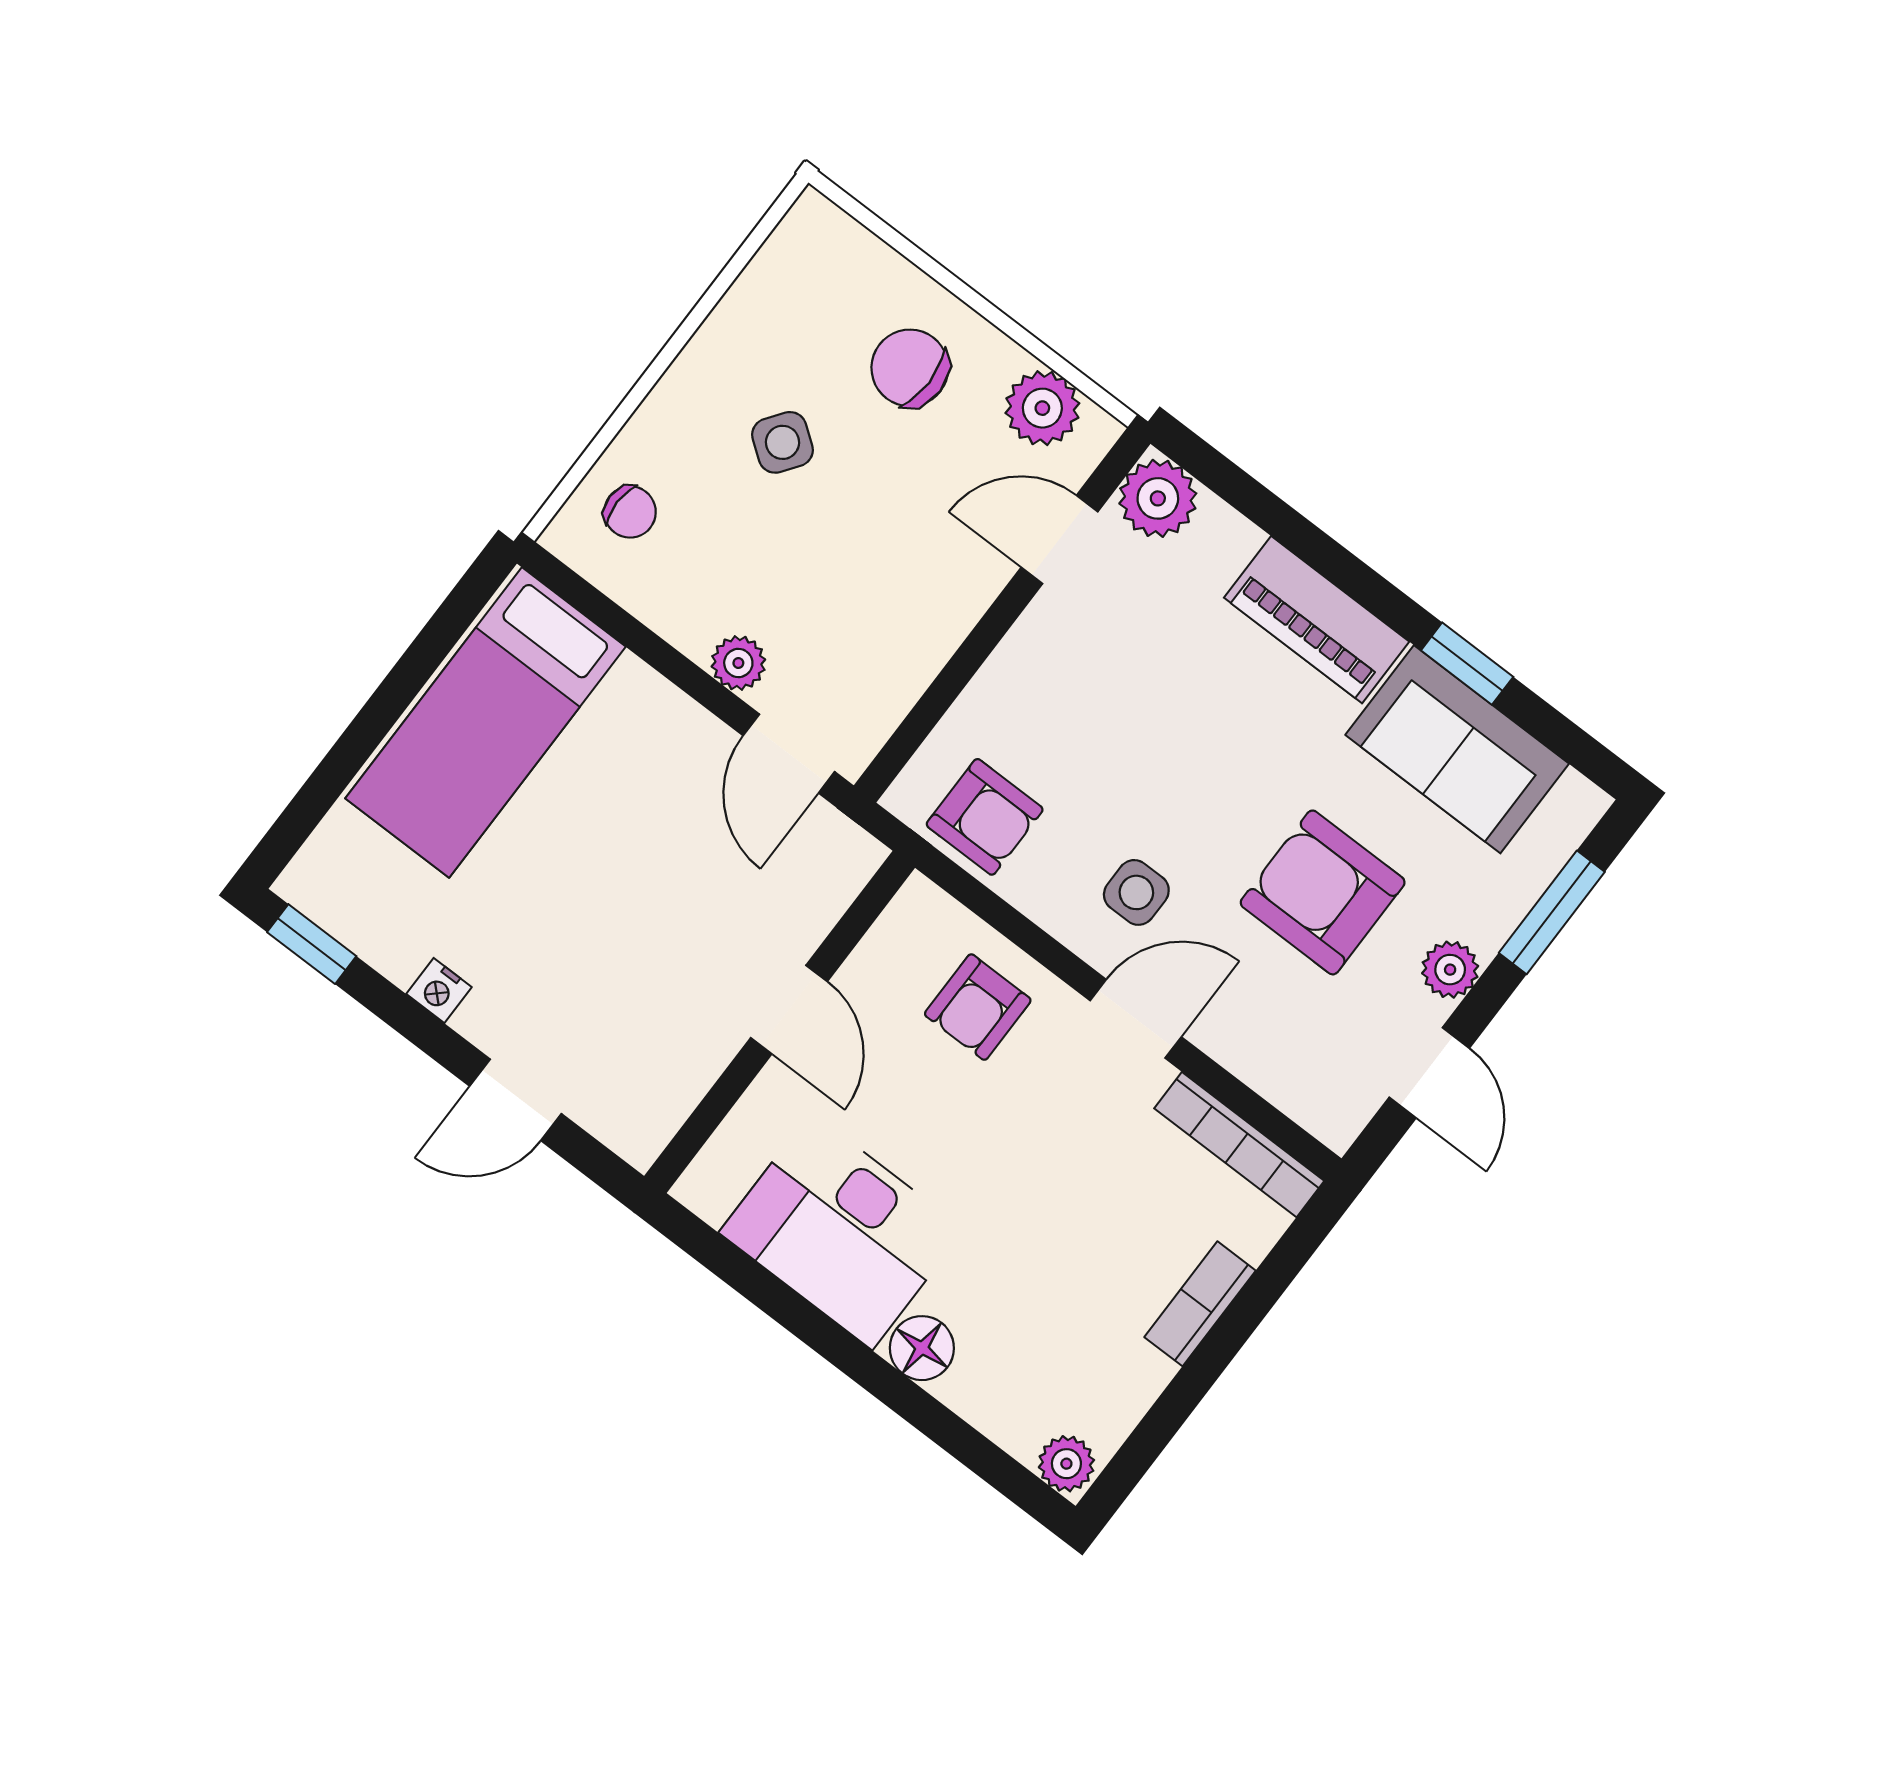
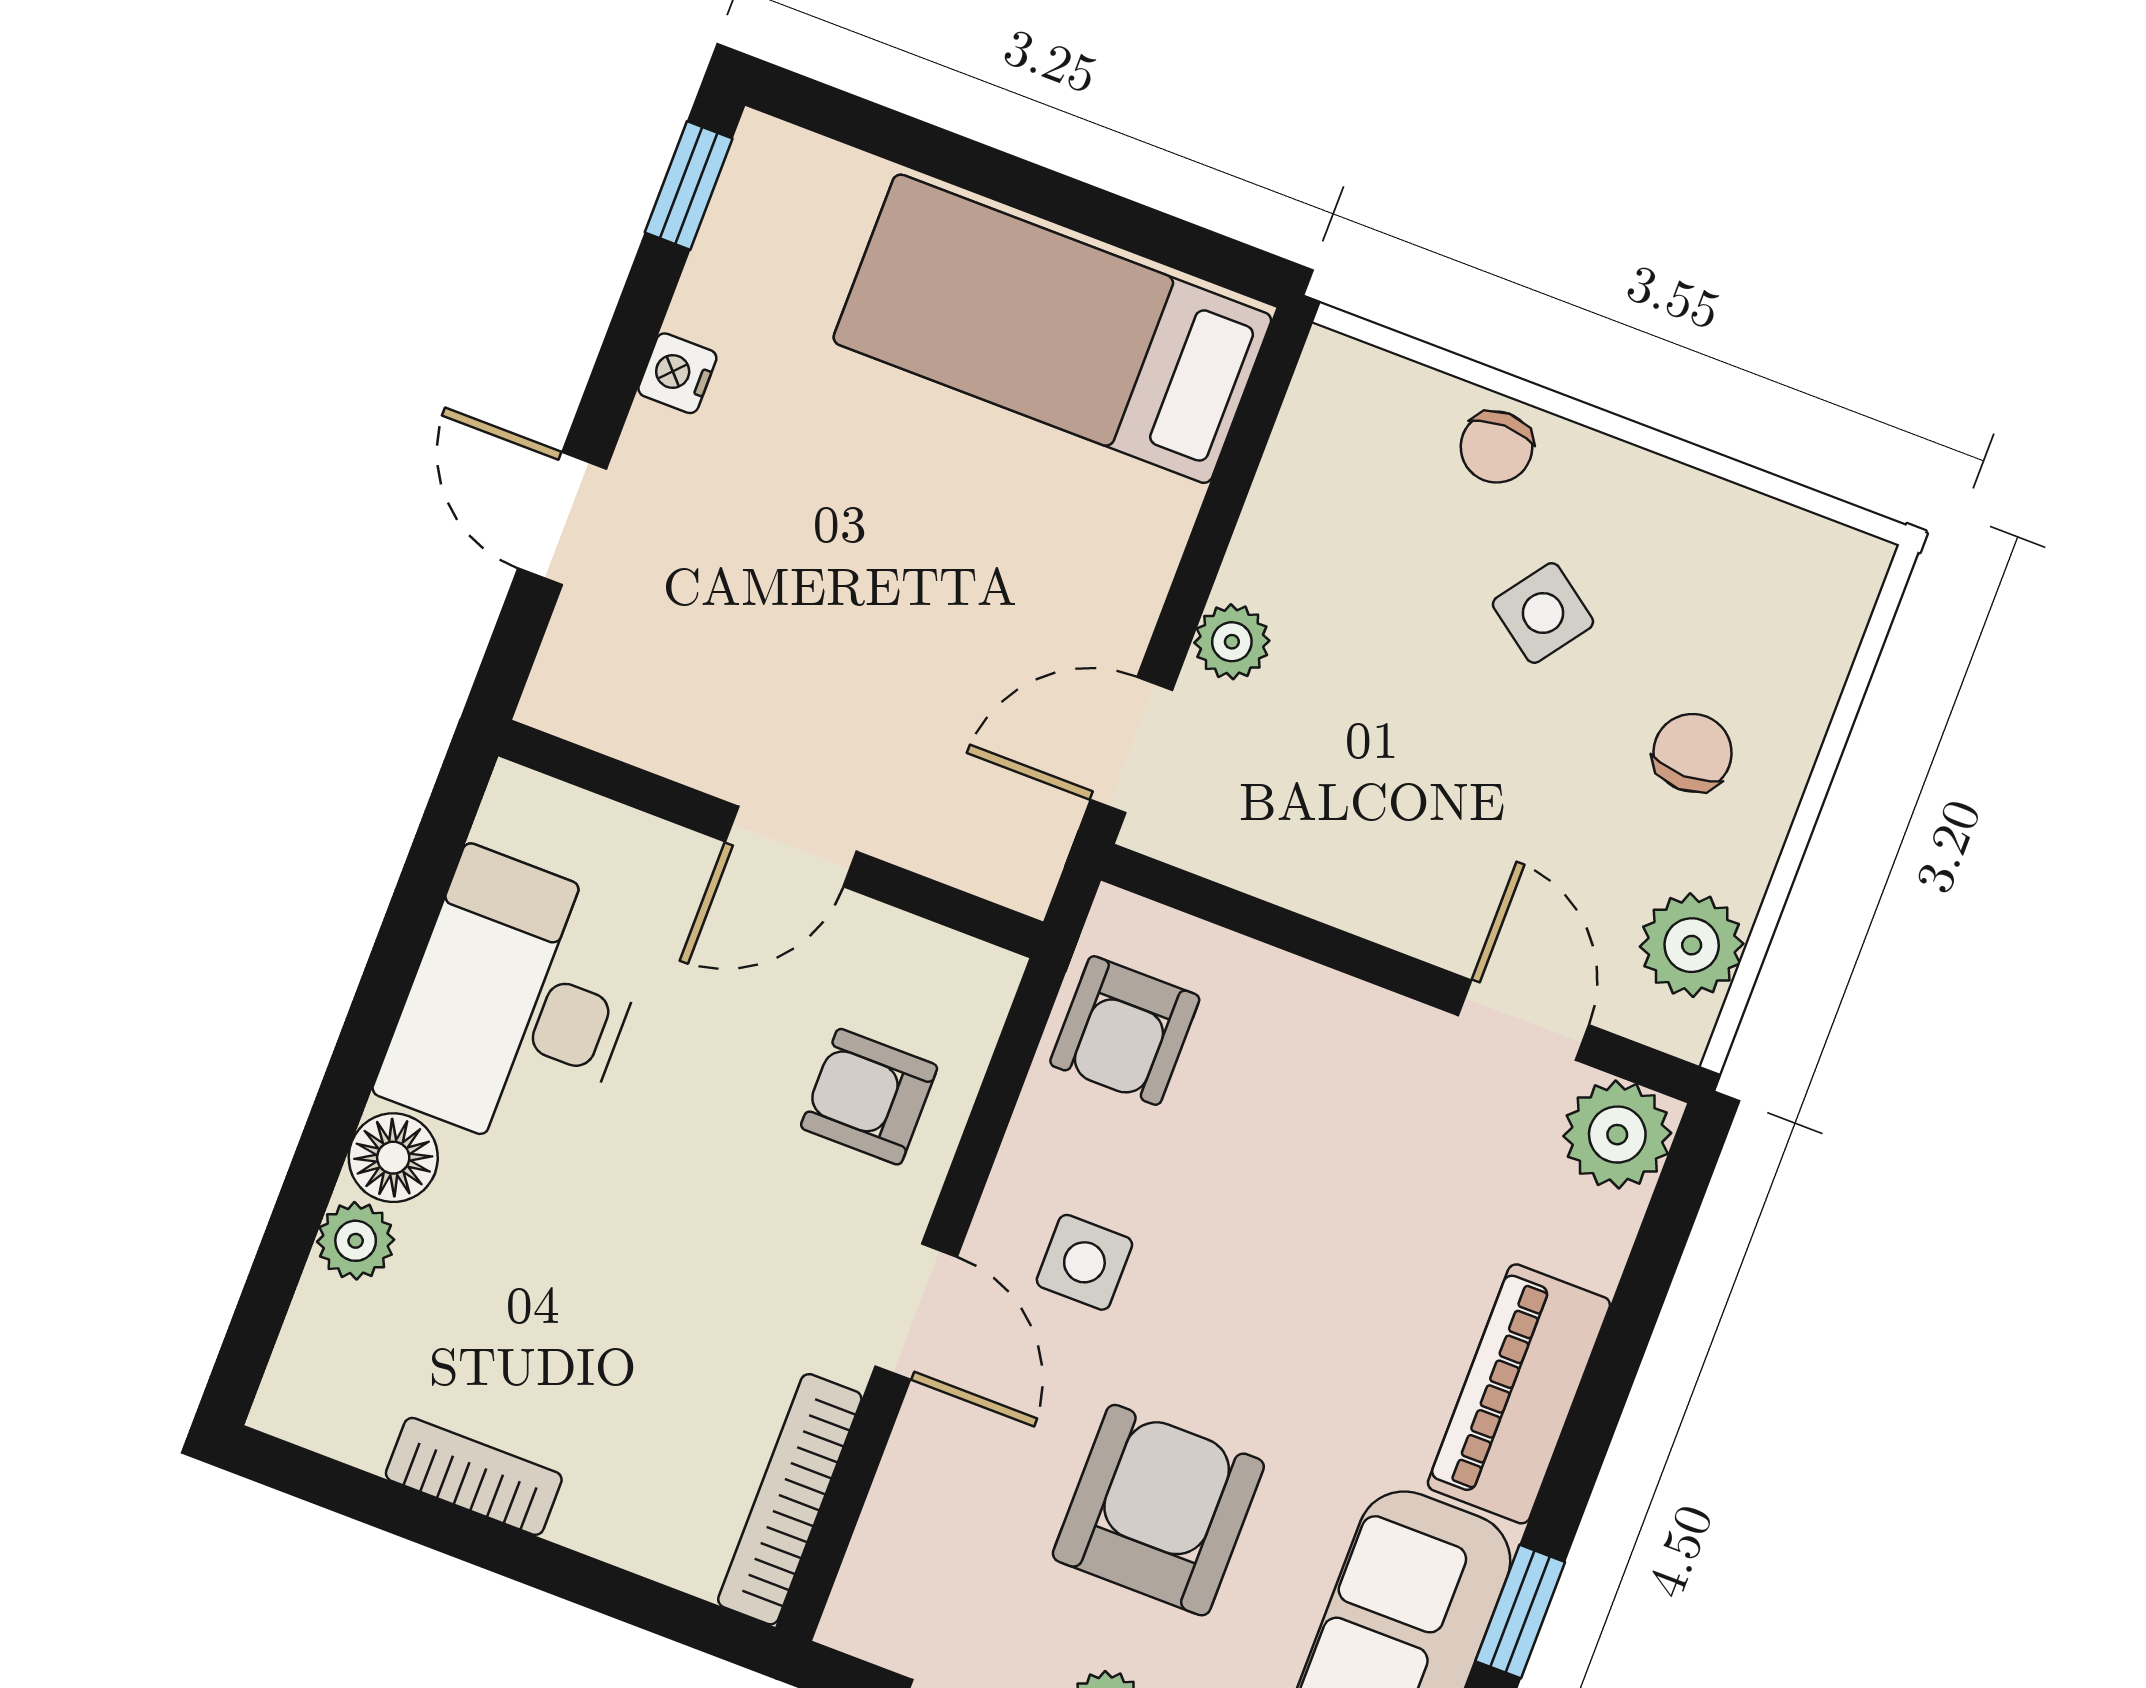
chair: (910, 368) -> (1693, 753), width x0.73, depth x0.73
chair: (630, 512) -> (1497, 447), moved
bookcase: (1200, 1304) -> (474, 1476), moved
plant: (1066, 1464) -> (356, 1241), moved

